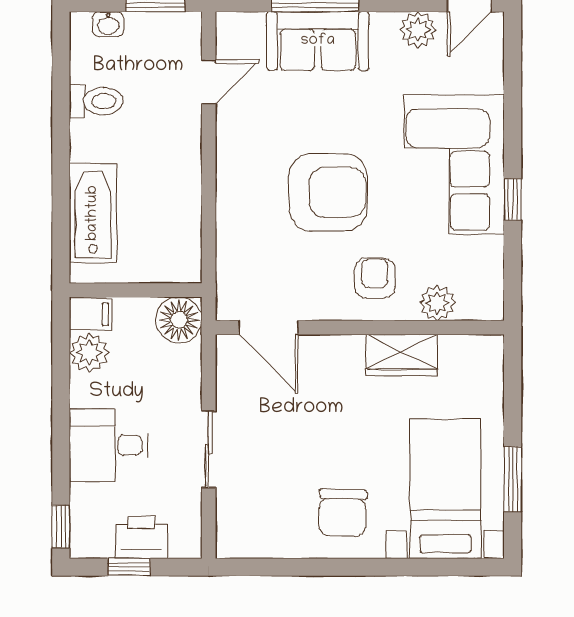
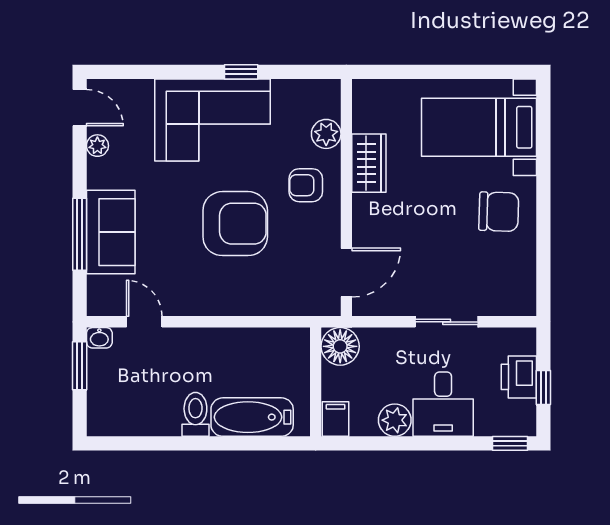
washbasin: (108, 24) -> (99, 338), moved, turned 90
plant: (418, 30) -> (97, 146), width x0.73, depth x0.73
toilet: (96, 101) -> (195, 414), moved
armchair: (328, 192) -> (235, 224), turned 90
plant: (89, 353) -> (395, 420), moved
window: (513, 479) -> (471, 72), removed

